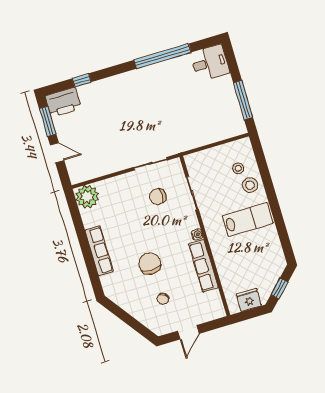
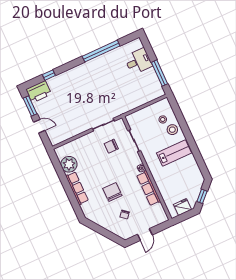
desk: (210, 63) -> (138, 61), moved
plant: (87, 197) -> (69, 164), moved

